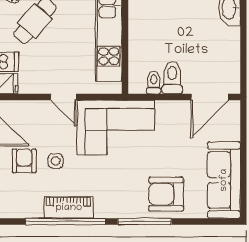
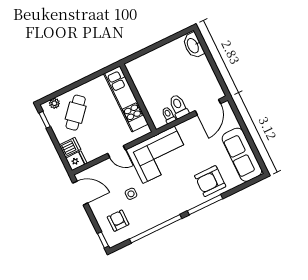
armchair: (24, 161) -> (118, 221), moved
piano: (69, 208) -> (153, 219), removed

